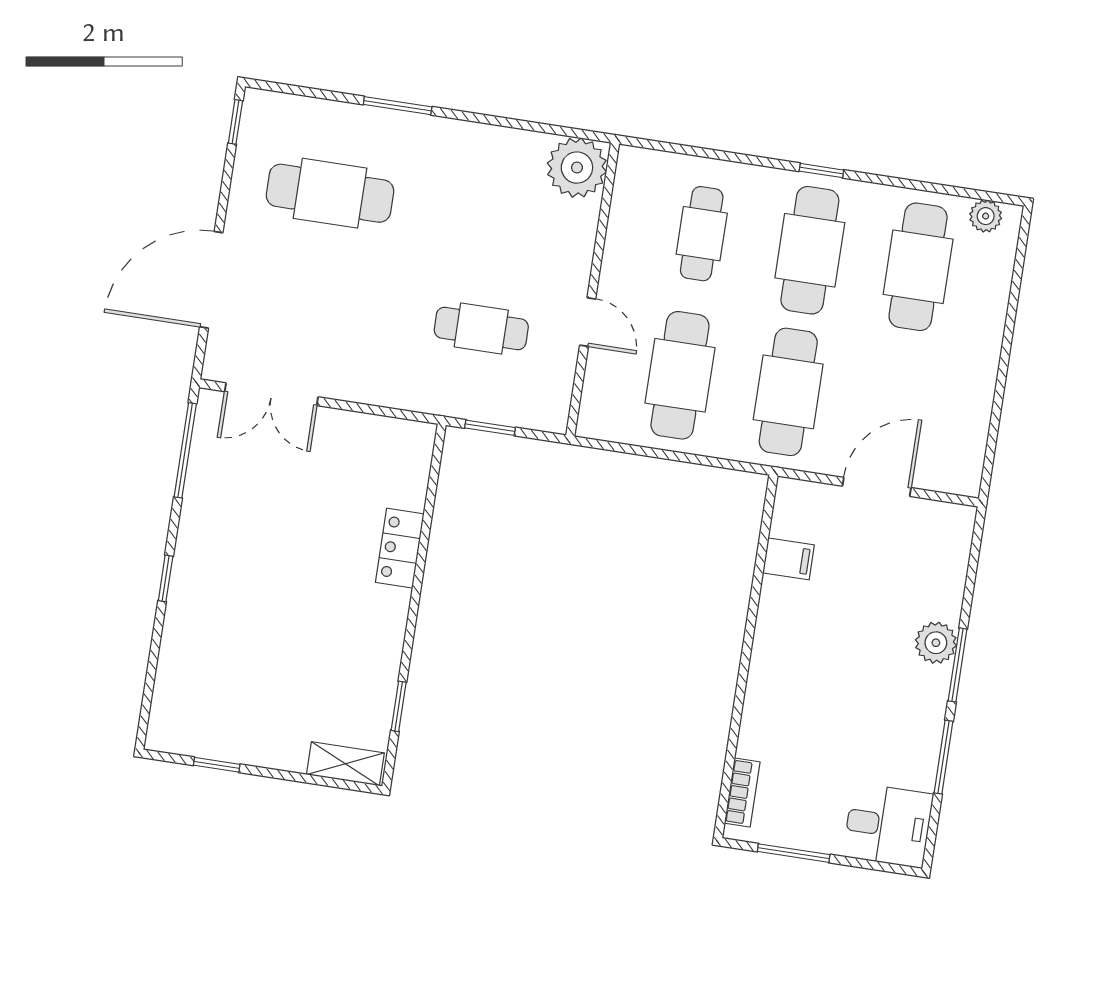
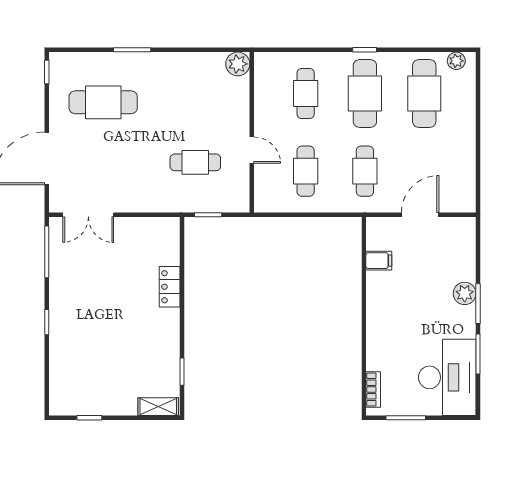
plant: (577, 168) -> (238, 64), width x0.73, depth x0.73
cafe table: (680, 375) -> (306, 171), width x0.73, depth x0.74
cafe table: (788, 392) -> (365, 171), width x0.73, depth x0.74
desk: (888, 825) -> (447, 377), width x1.87, depth x1.30

